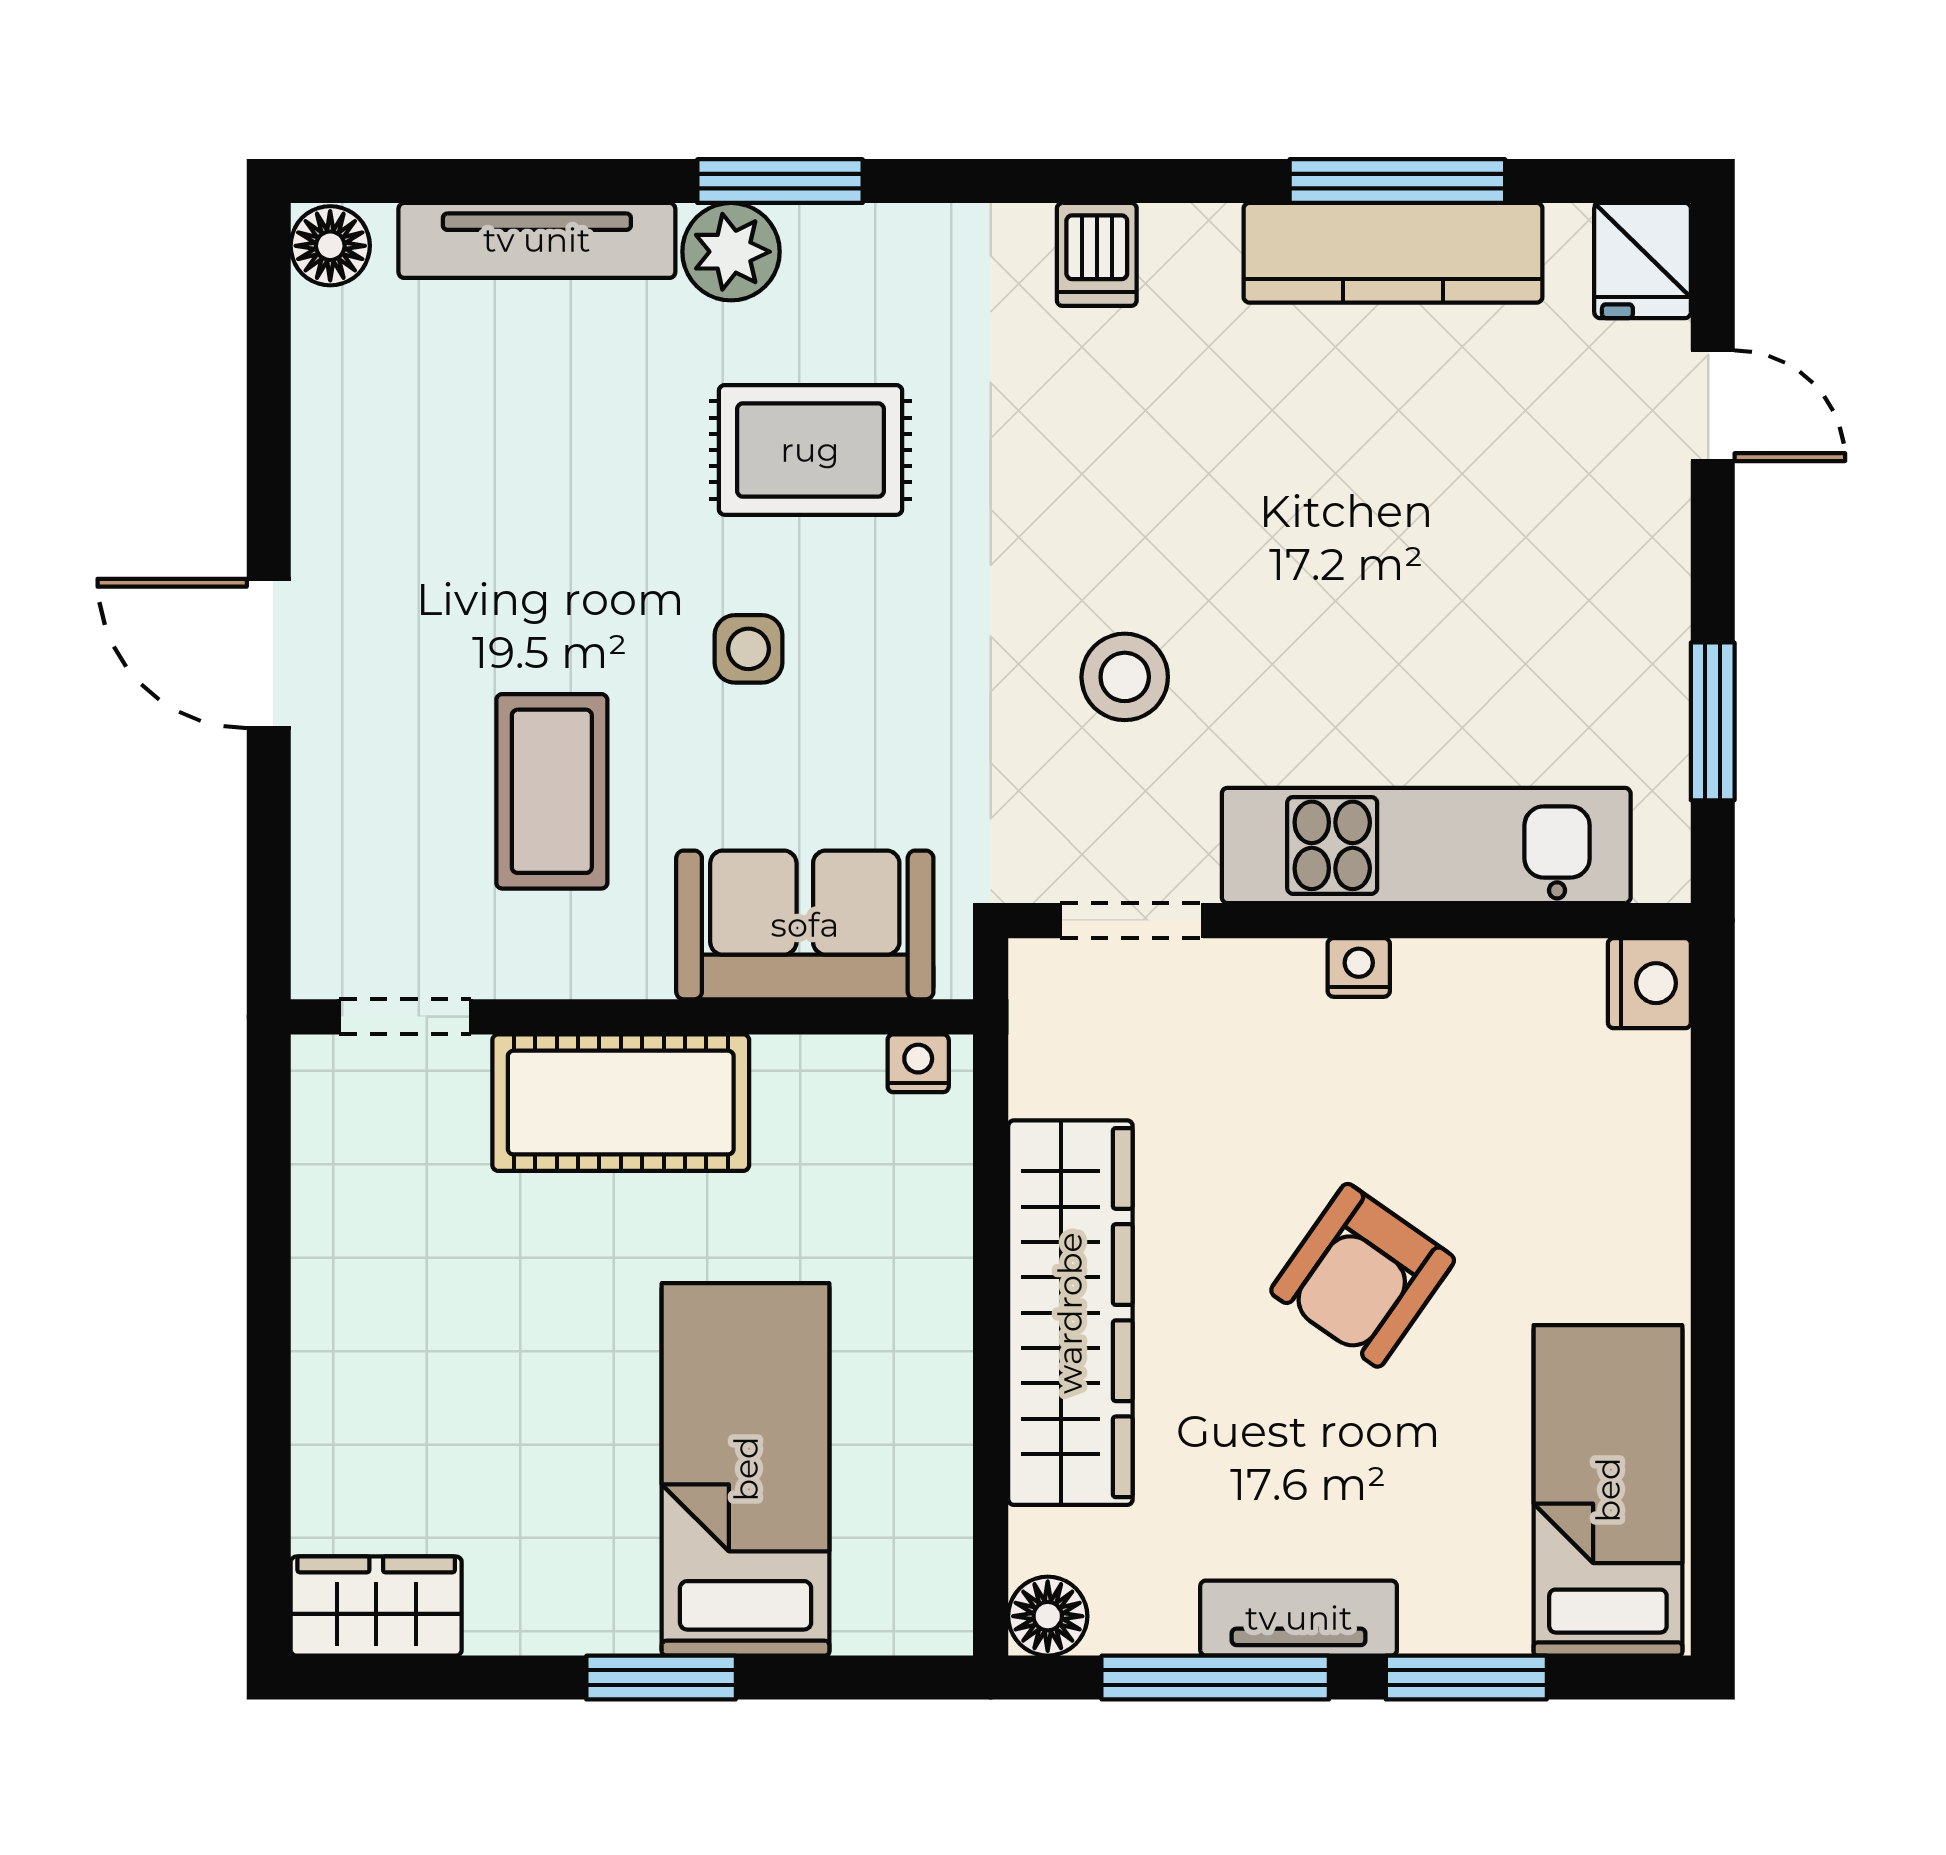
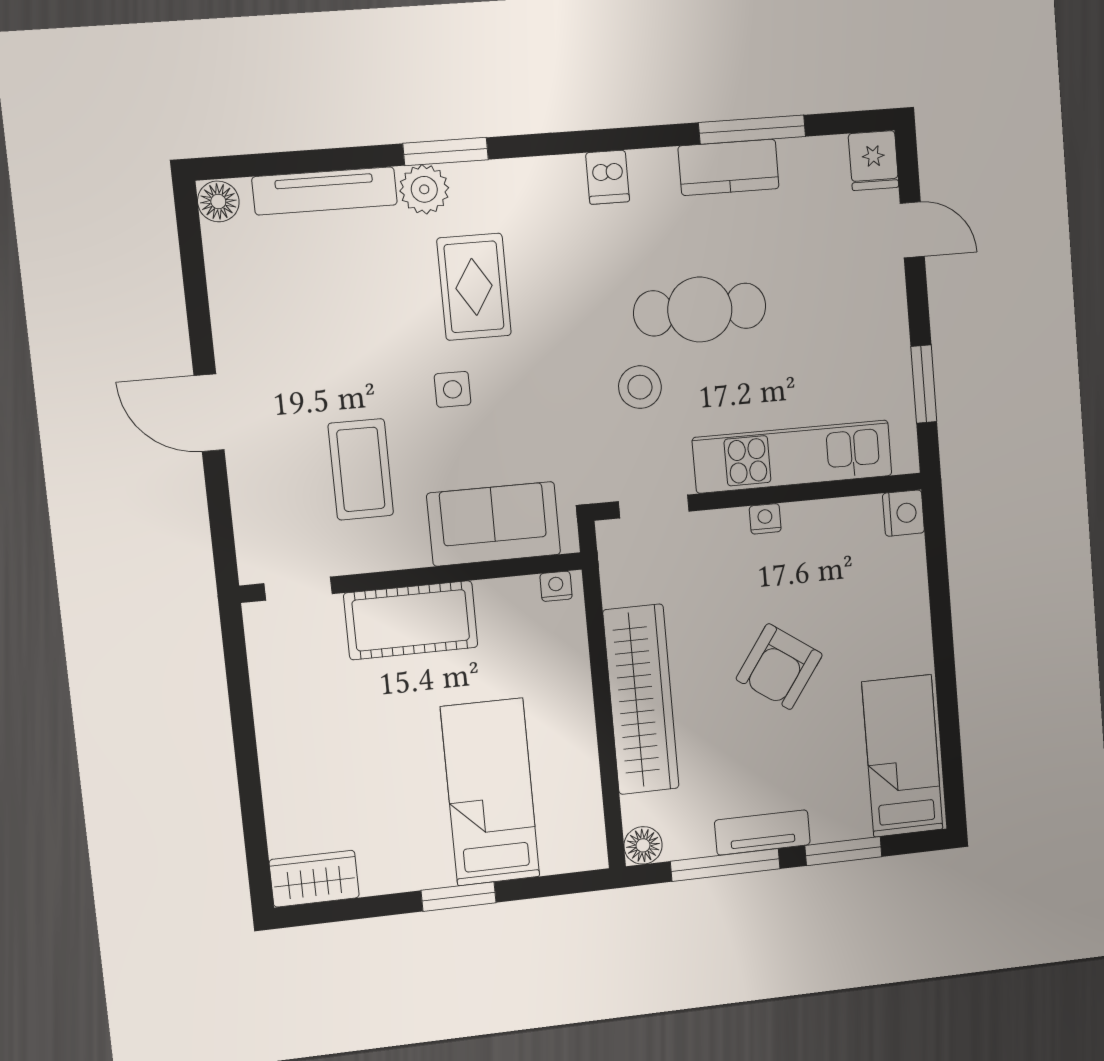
kitchen counter: (1393, 253) -> (729, 167), width x0.67
rug: (810, 450) -> (474, 287), turned 90
cafe table: (1260, 532) -> (700, 310), added

